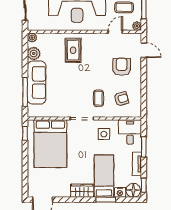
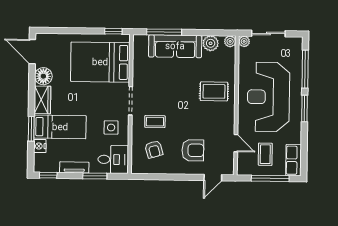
plant: (137, 26) -> (244, 41), moved
floor lamp: (133, 190) -> (43, 76), moved

